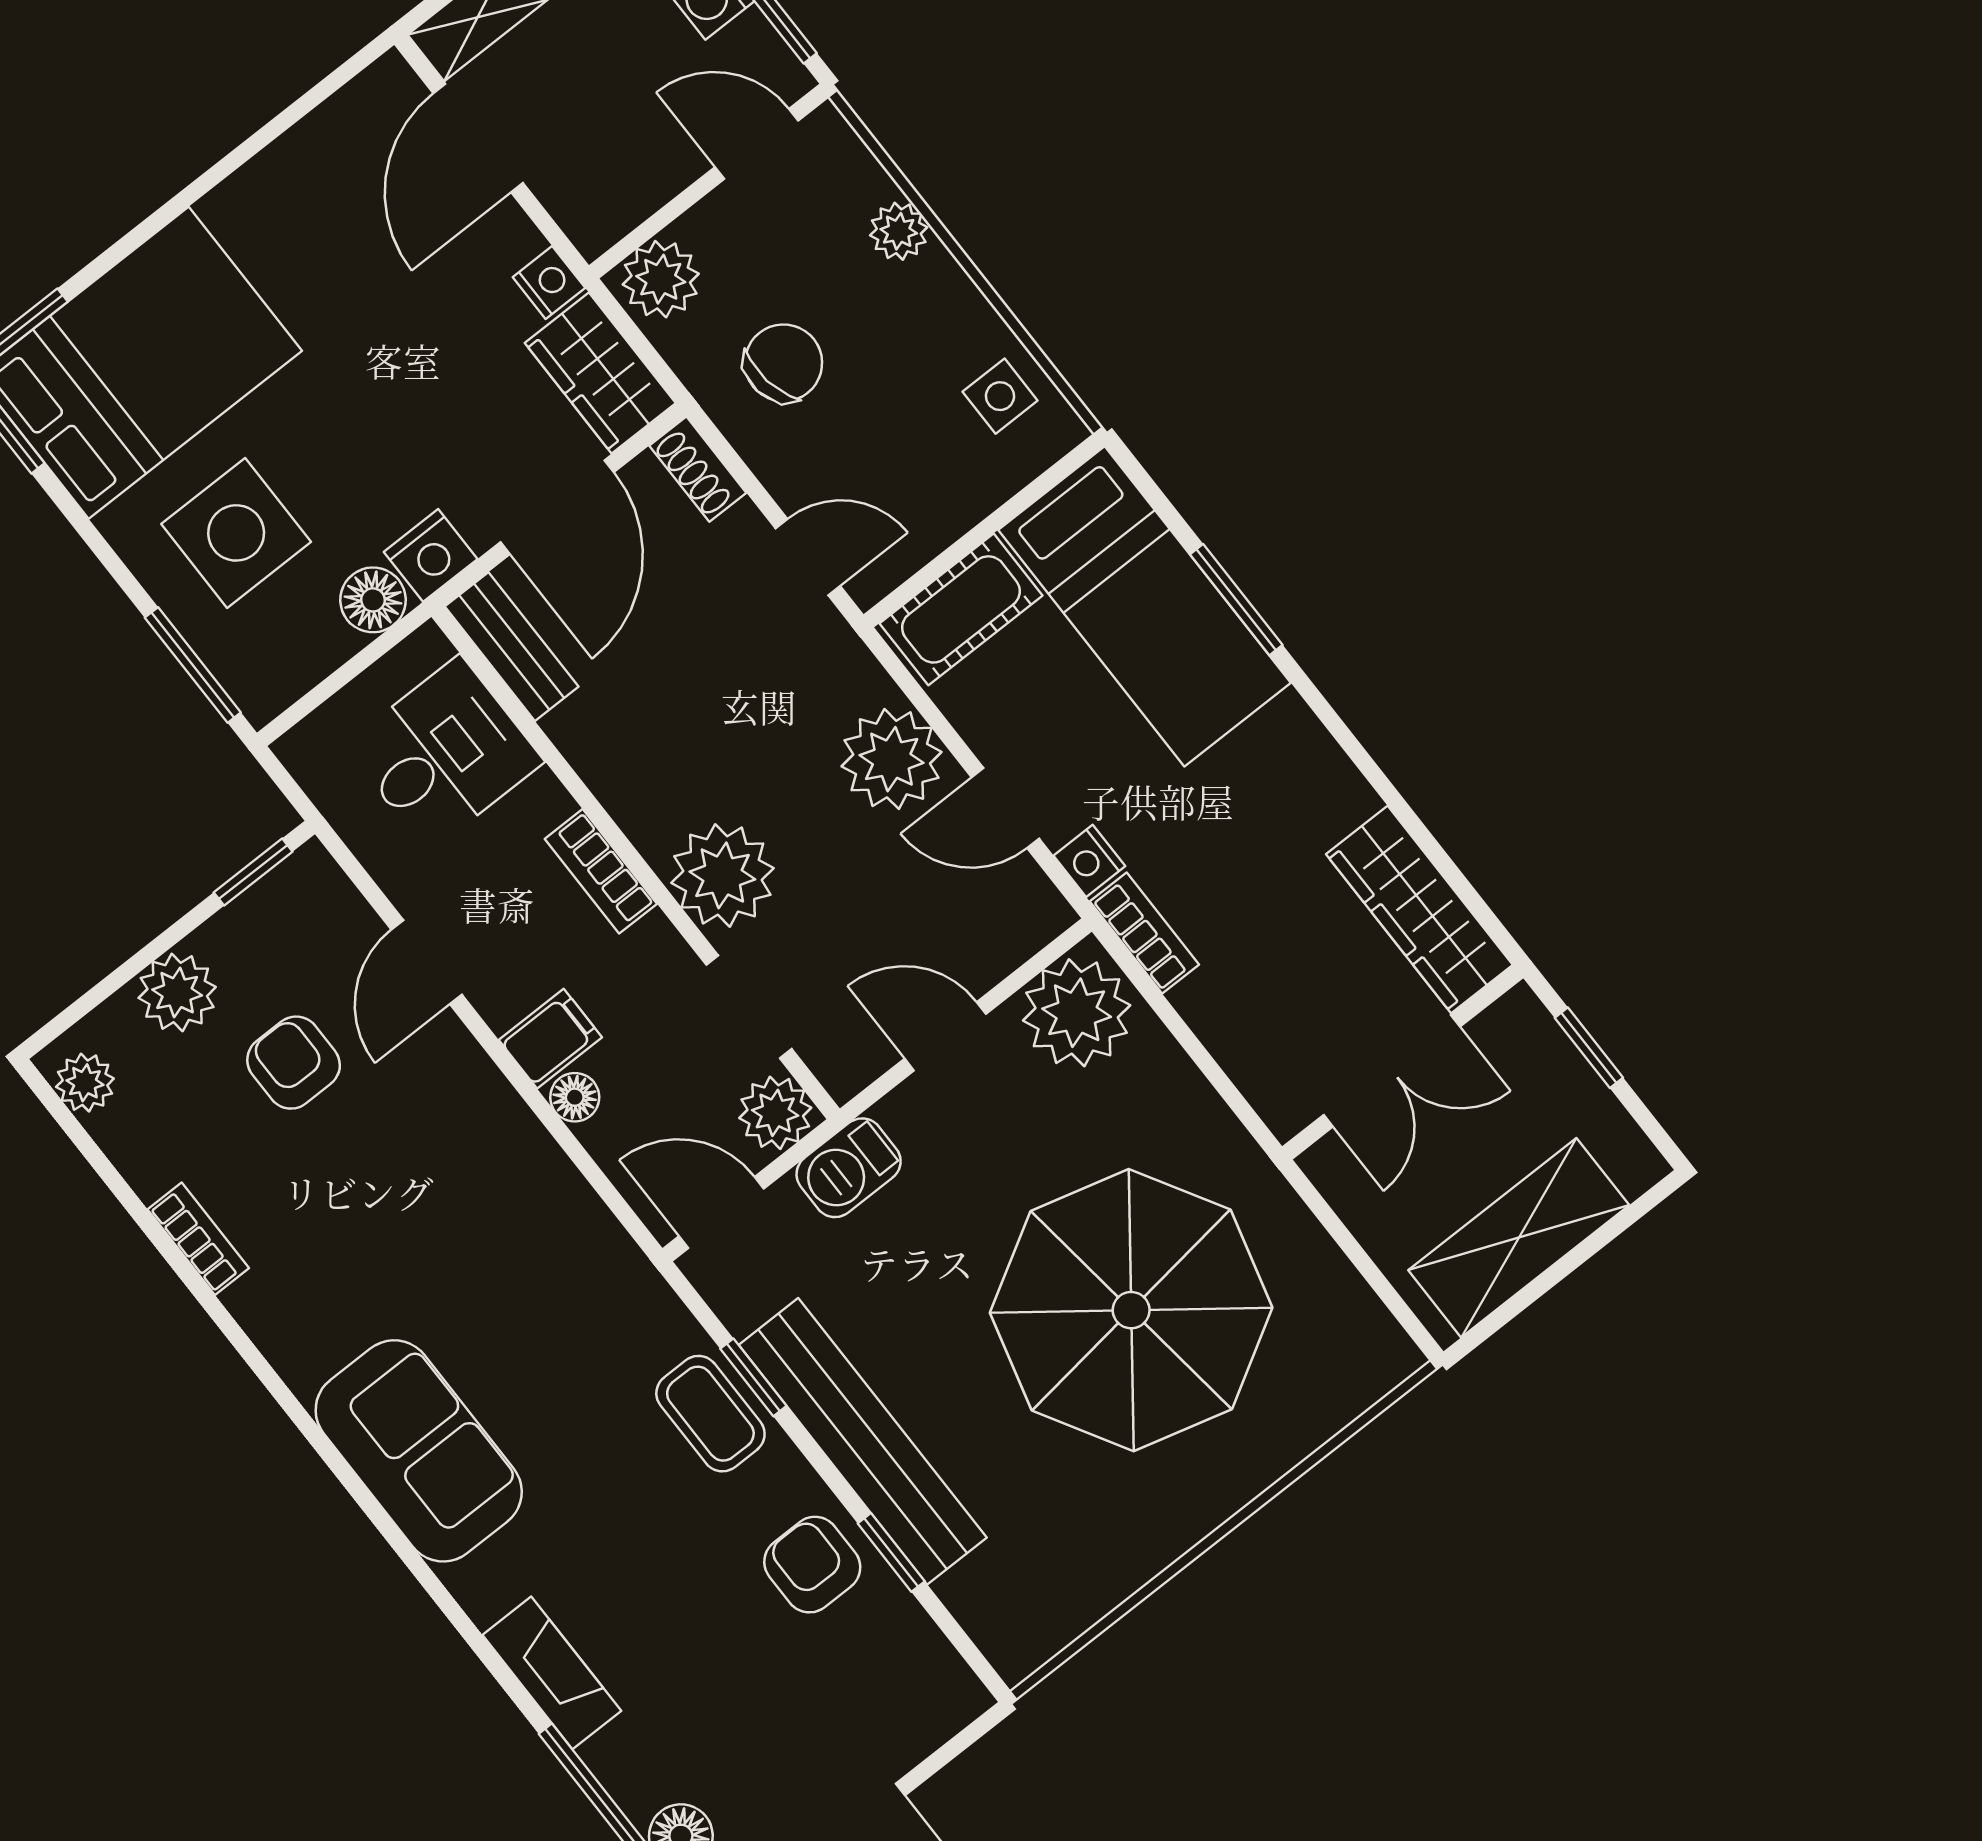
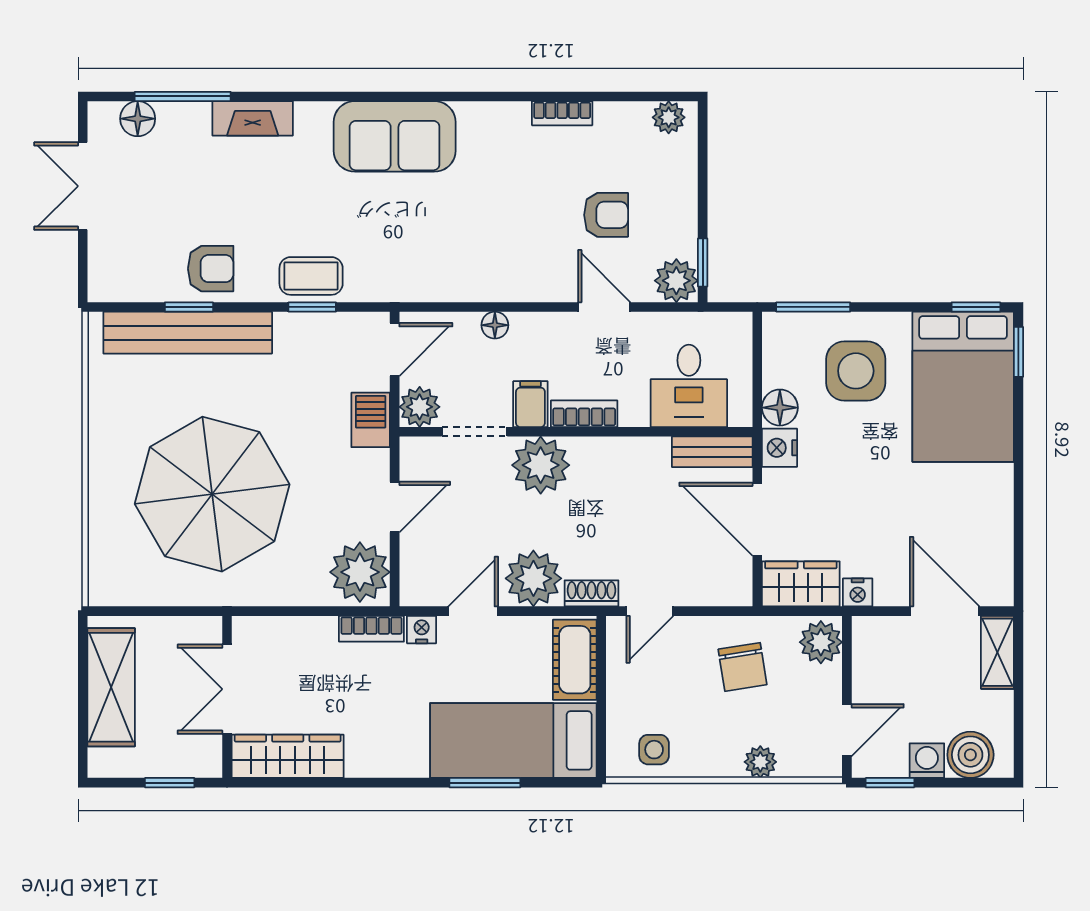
shoe rack: (698, 469) -> (591, 593), moved
plant: (177, 993) -> (676, 281), moved
filing cabinet: (550, 1039) -> (530, 404), moved, turned 180
bench: (863, 1441) -> (188, 333), moved

